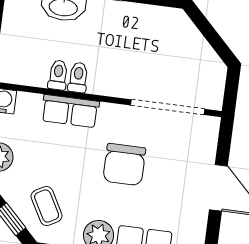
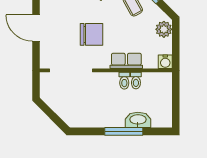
chair: (124, 164) -> (91, 34), turned 90

